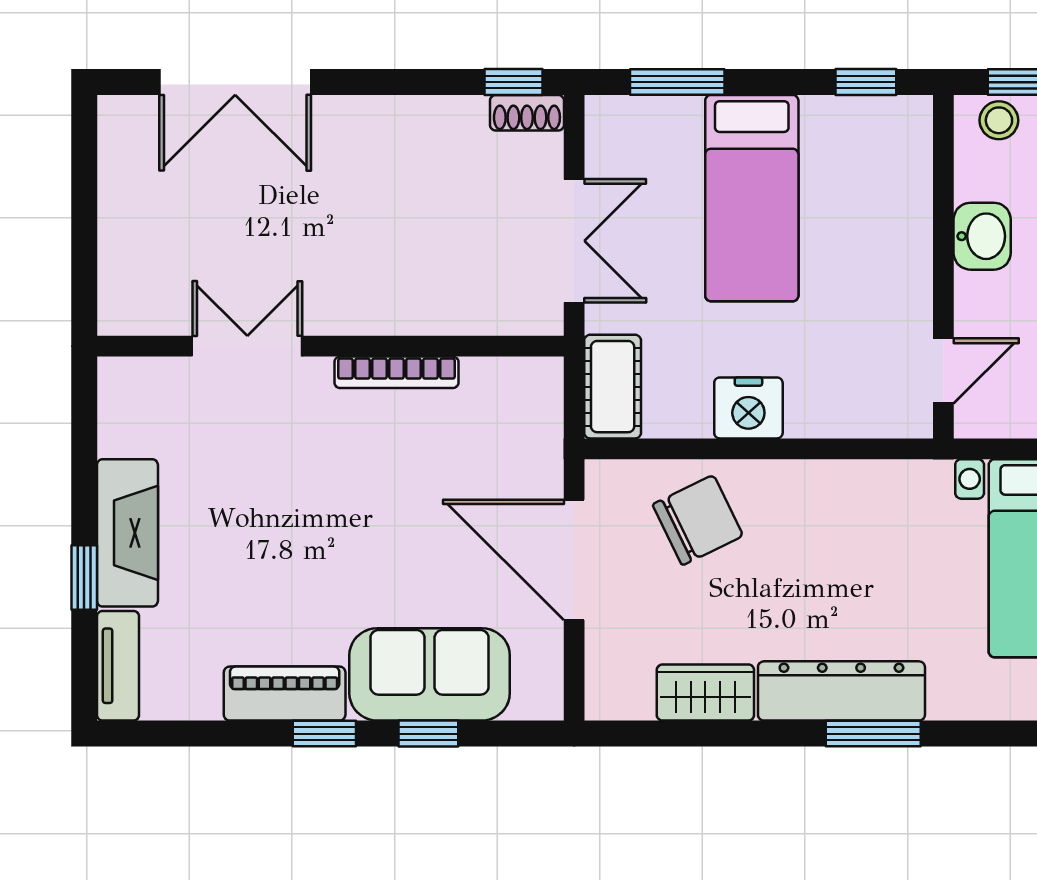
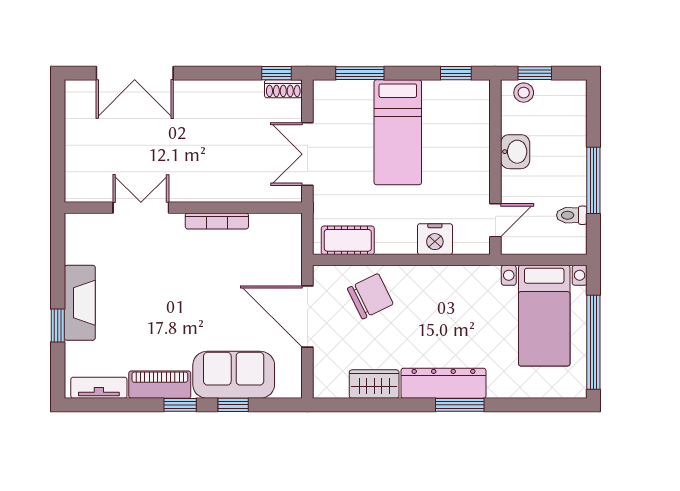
double door: (574, 241) -> (307, 154), swing flipped
cot: (613, 387) -> (348, 240), moved, turned 90
nightstand: (748, 408) -> (435, 239), moved
tv unit: (118, 666) -> (99, 388), moved, turned -90

